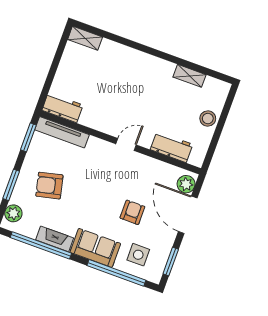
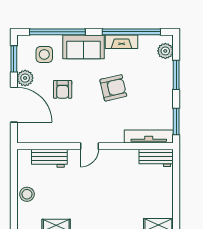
plant: (186, 184) -> (25, 78), moved
armchair: (49, 186) -> (113, 88), moved

